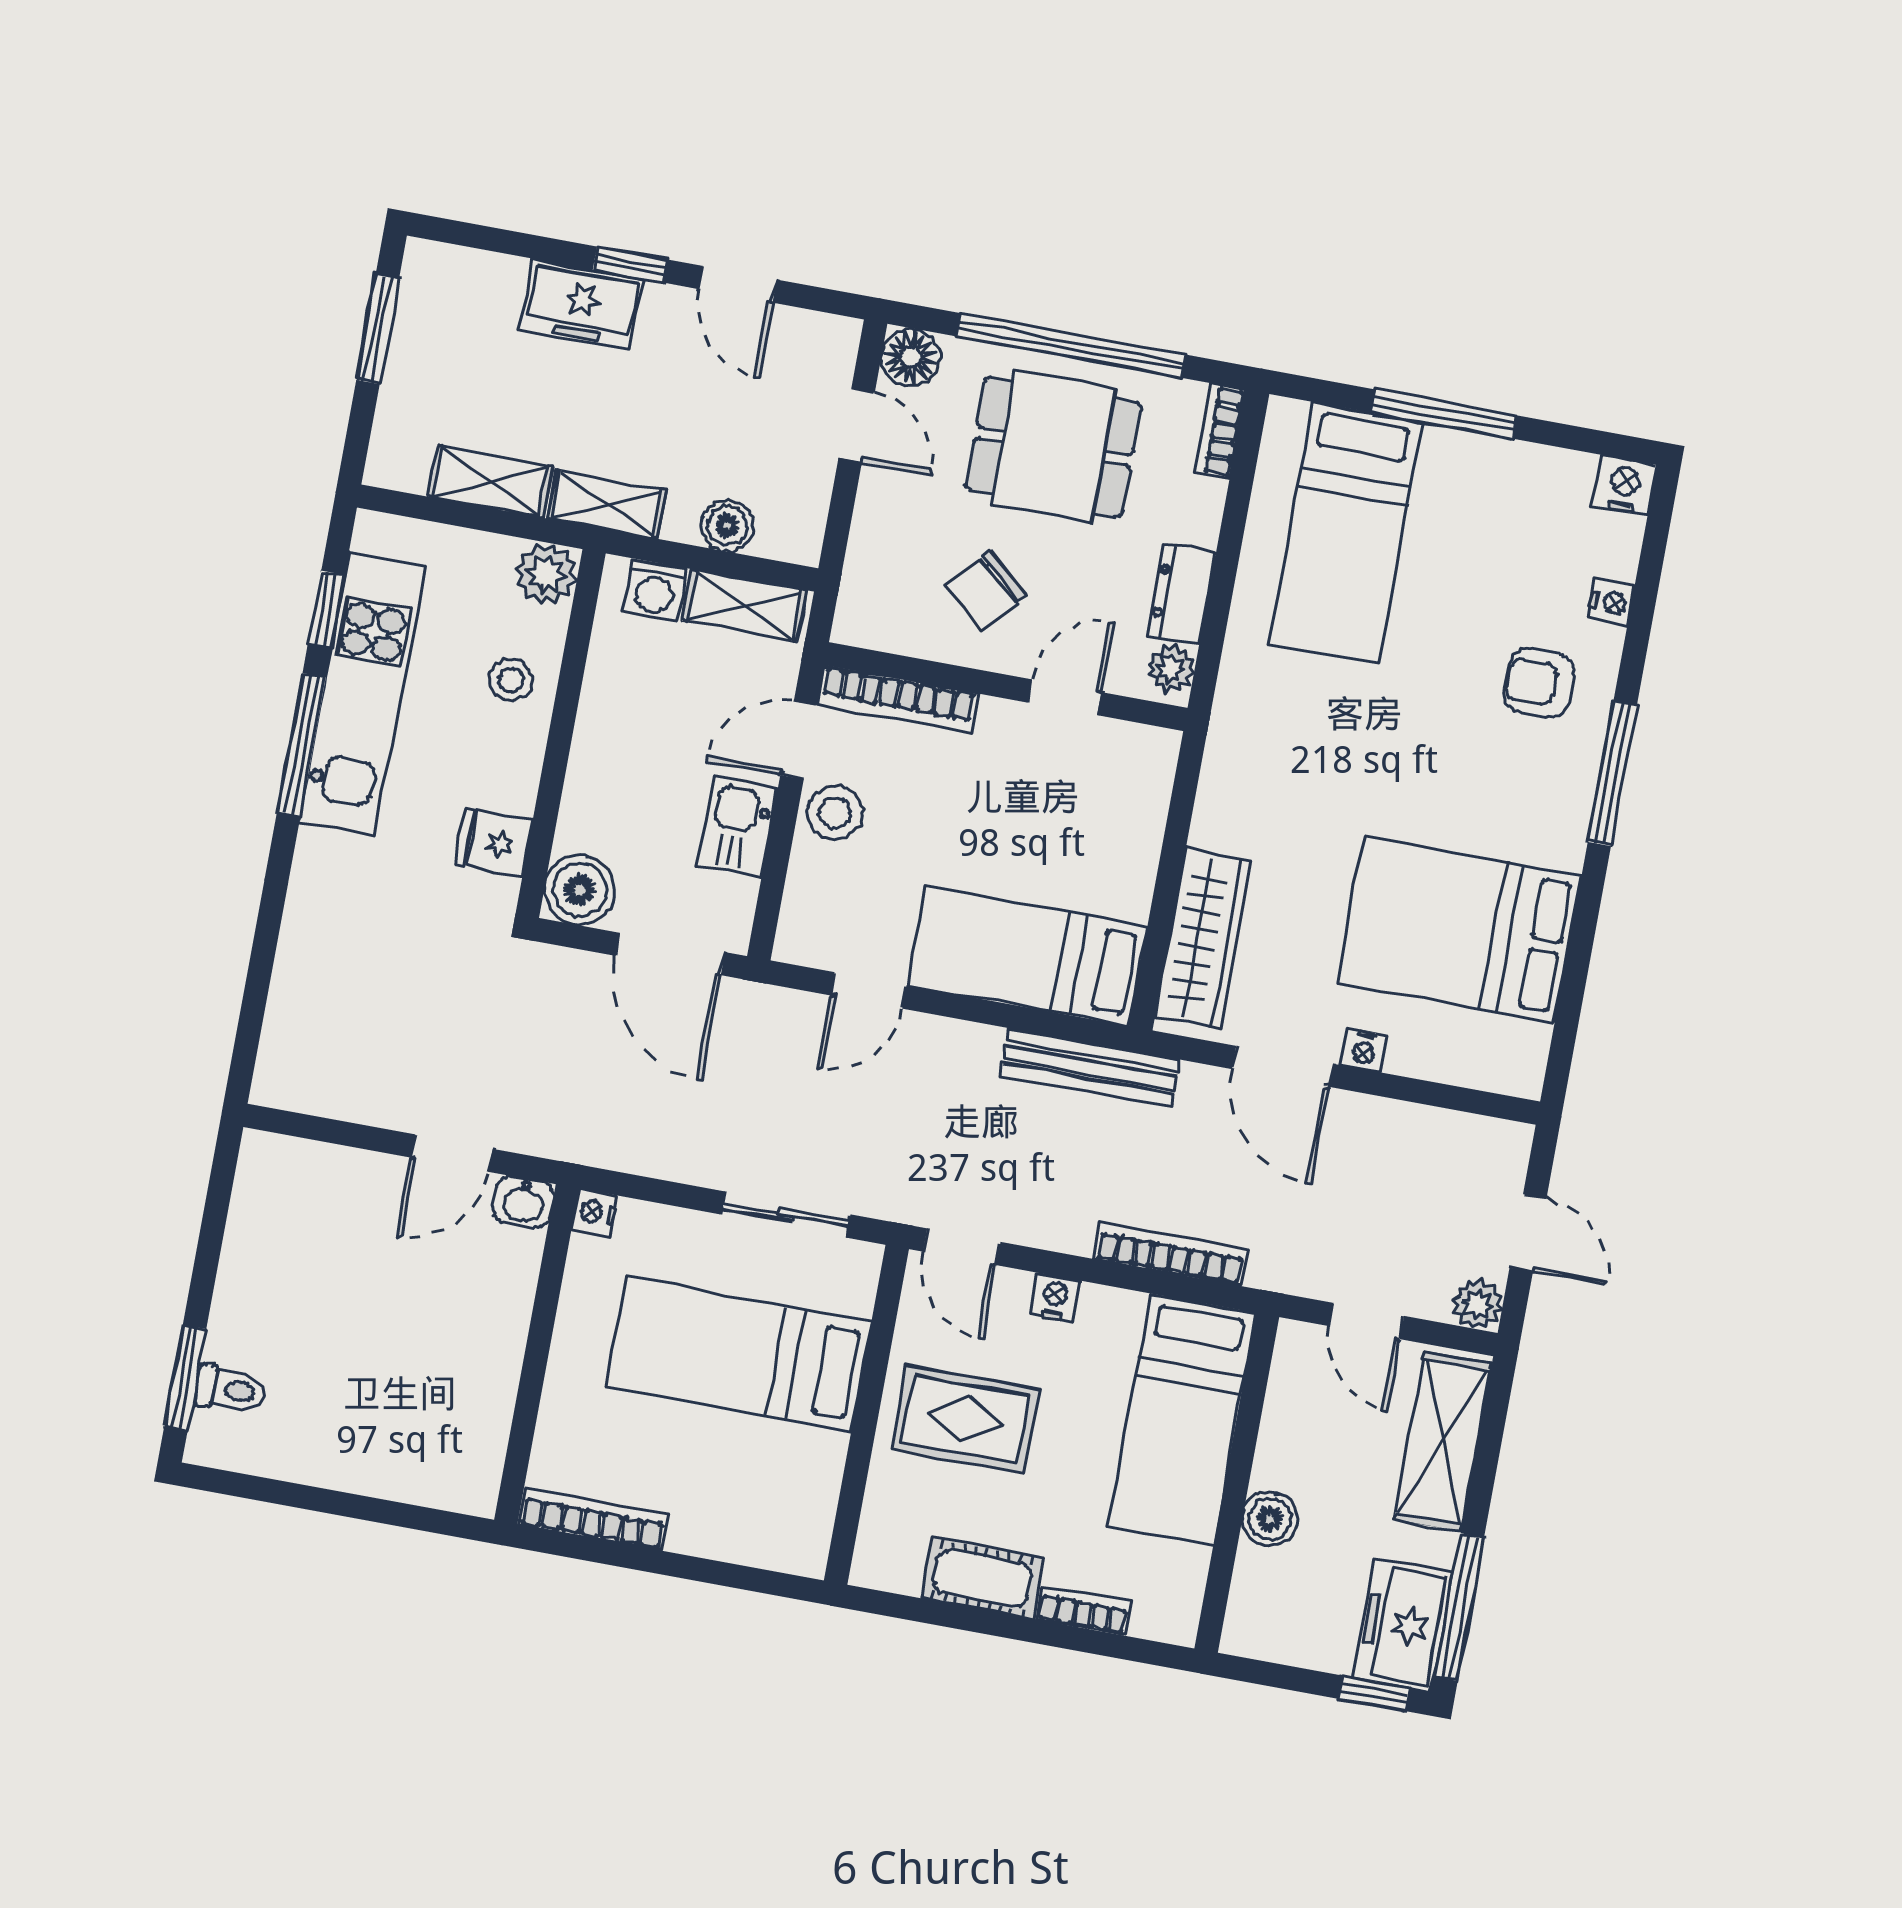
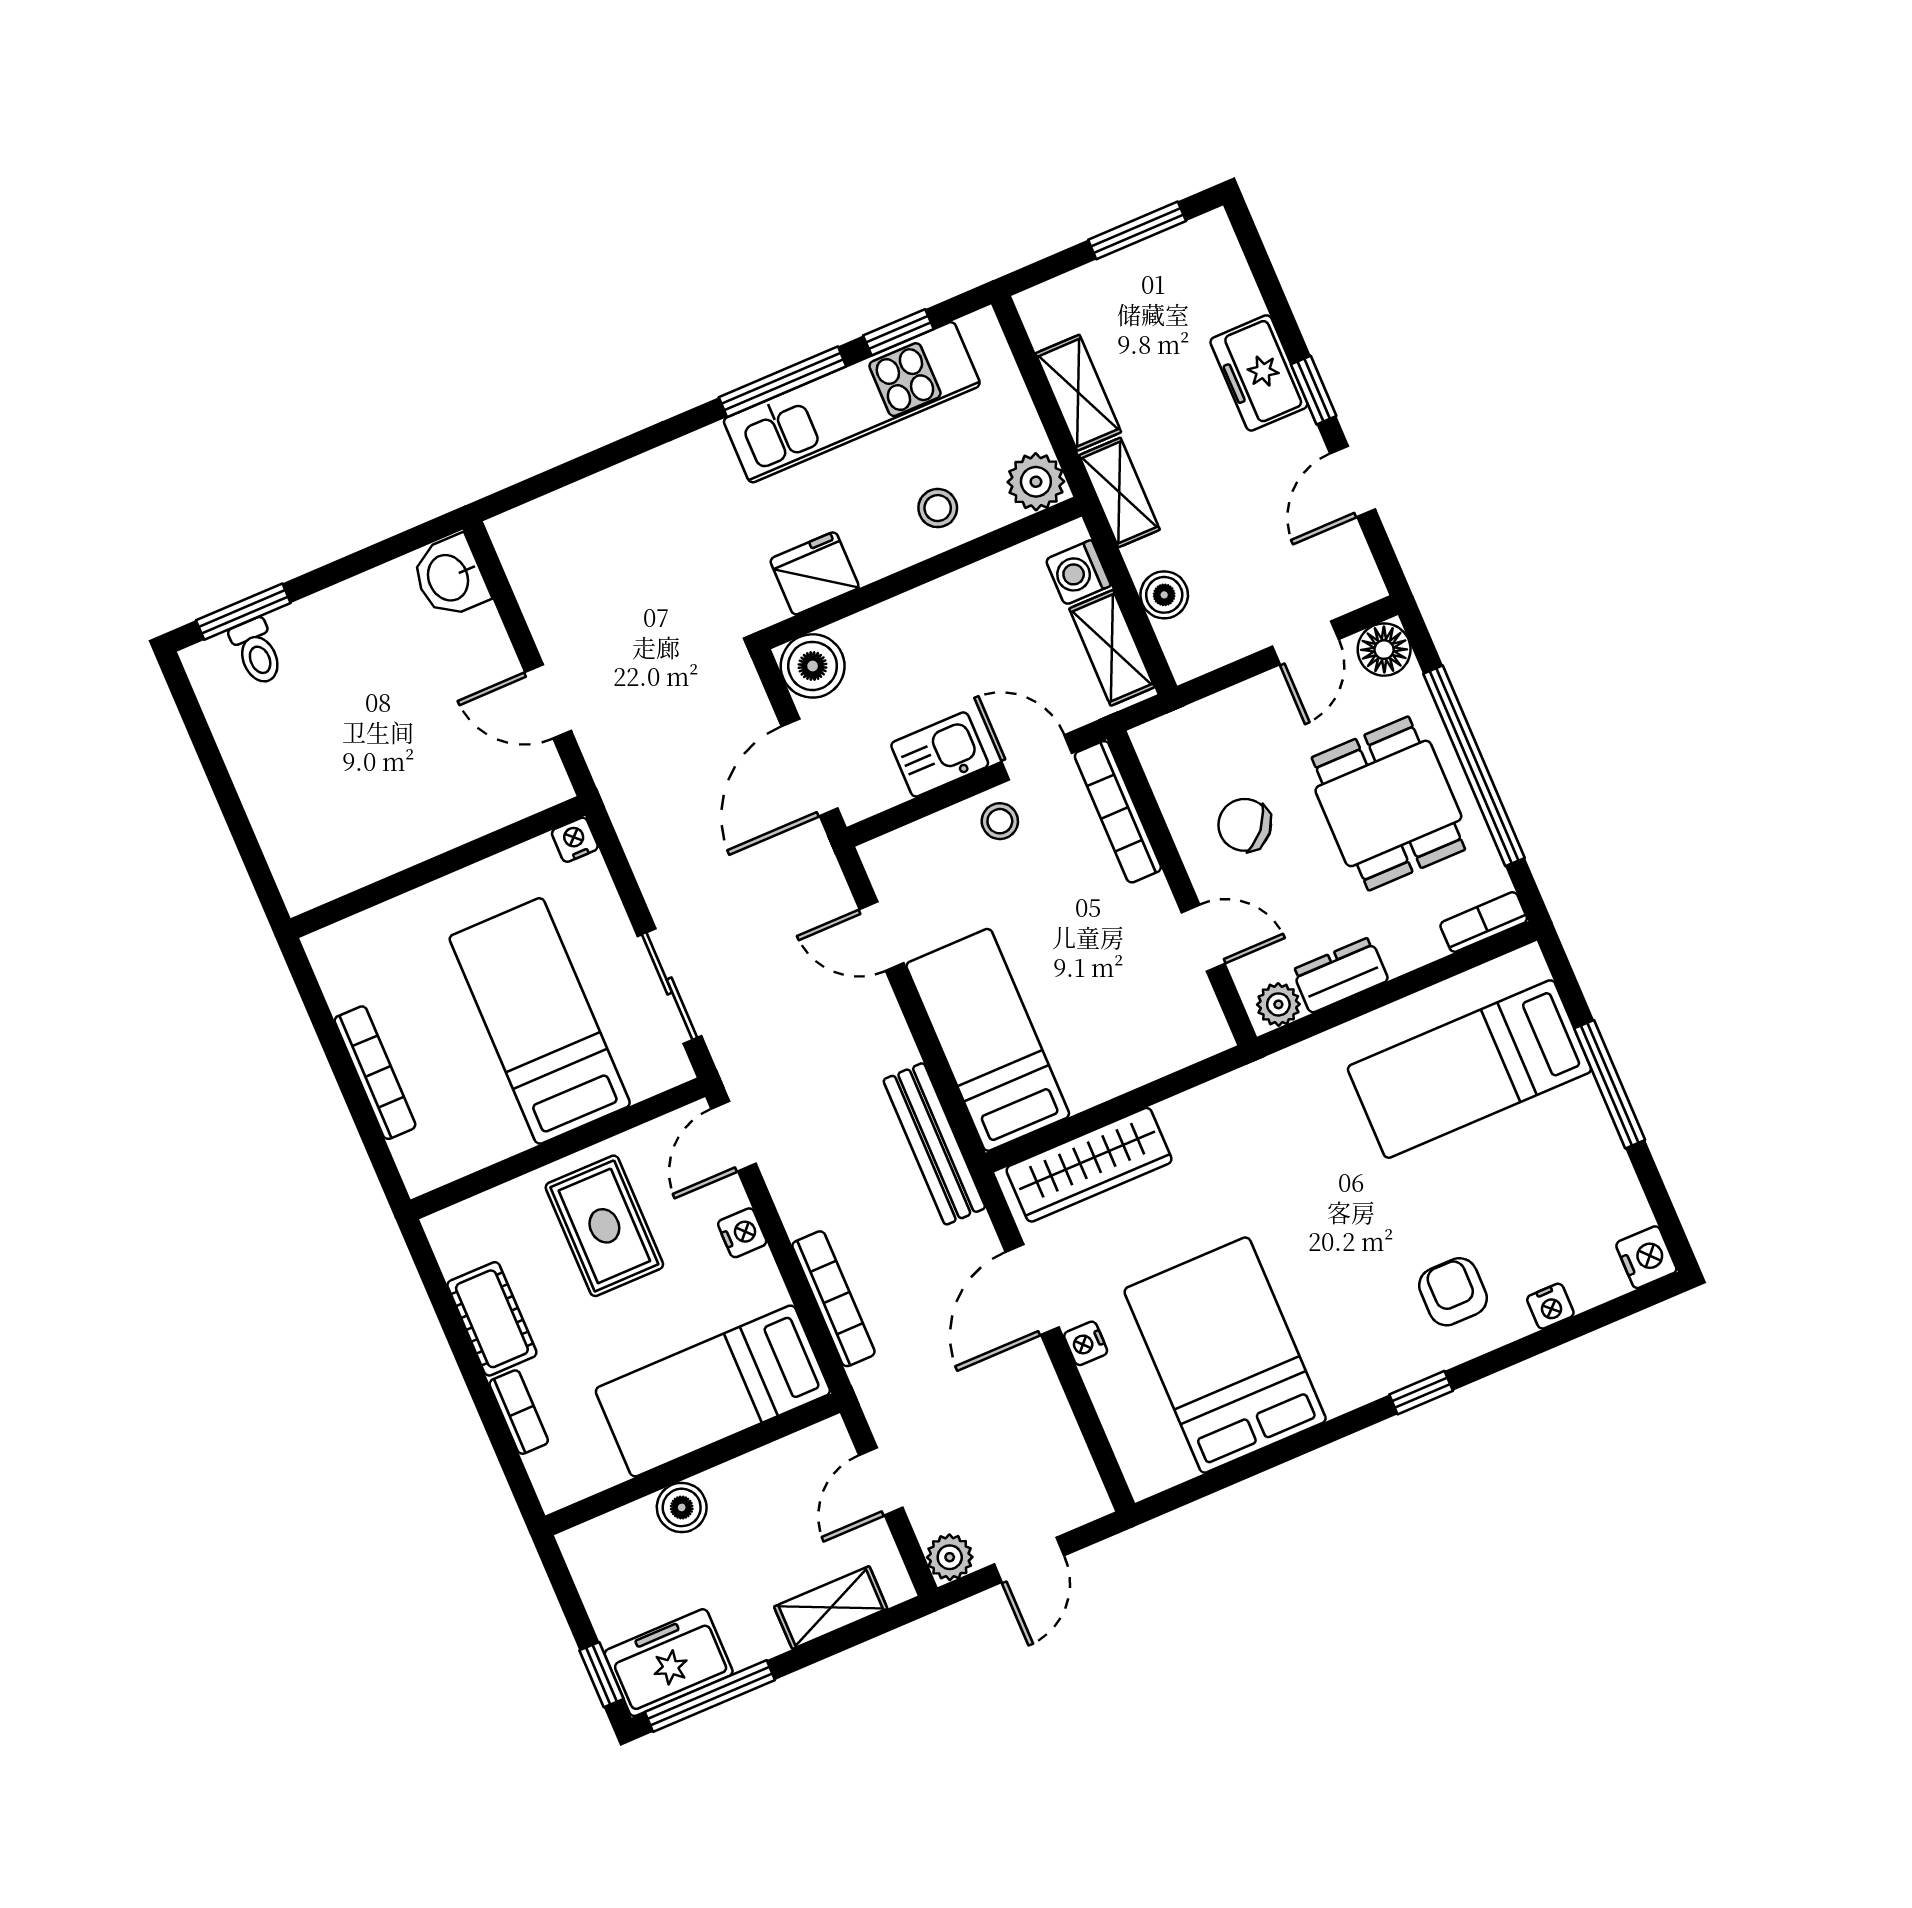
window: (1612, 773) -> (1421, 1393), width x0.46
stool: (835, 813) -> (1000, 821), width x0.73, depth x0.73
fridge: (494, 843) -> (814, 573), width x1.38
washbasin: (523, 1202) -> (450, 577), moved, width x1.38, depth x1.45
shelving: (1443, 1442) -> (831, 1608), width x0.67, depth x0.75
bookcase: (593, 1519) -> (375, 1073), moved

